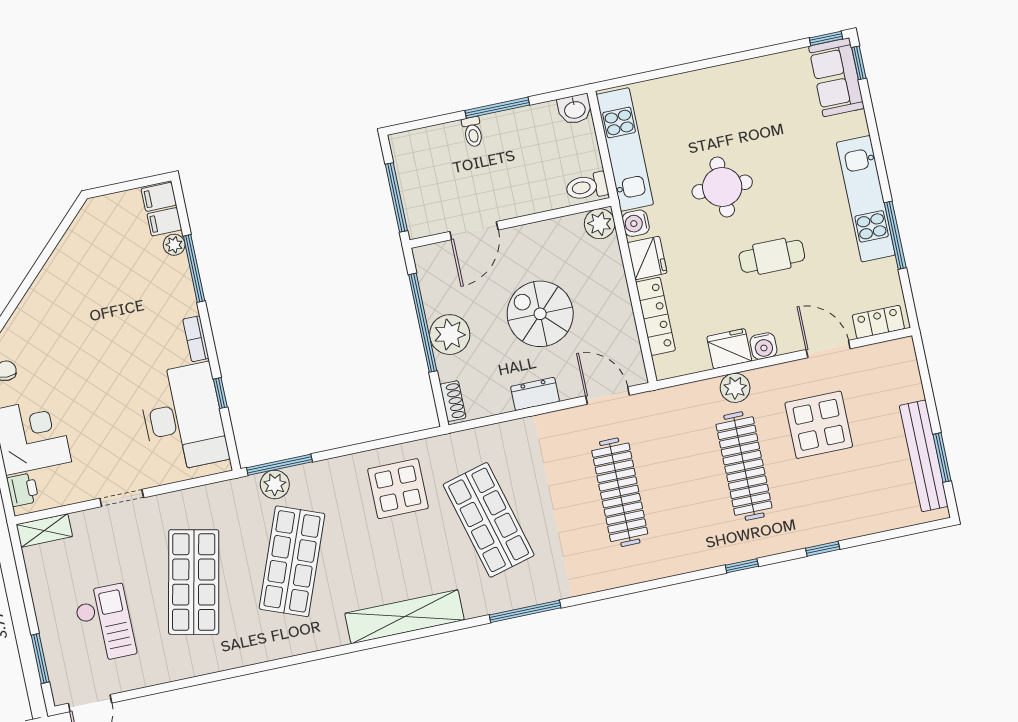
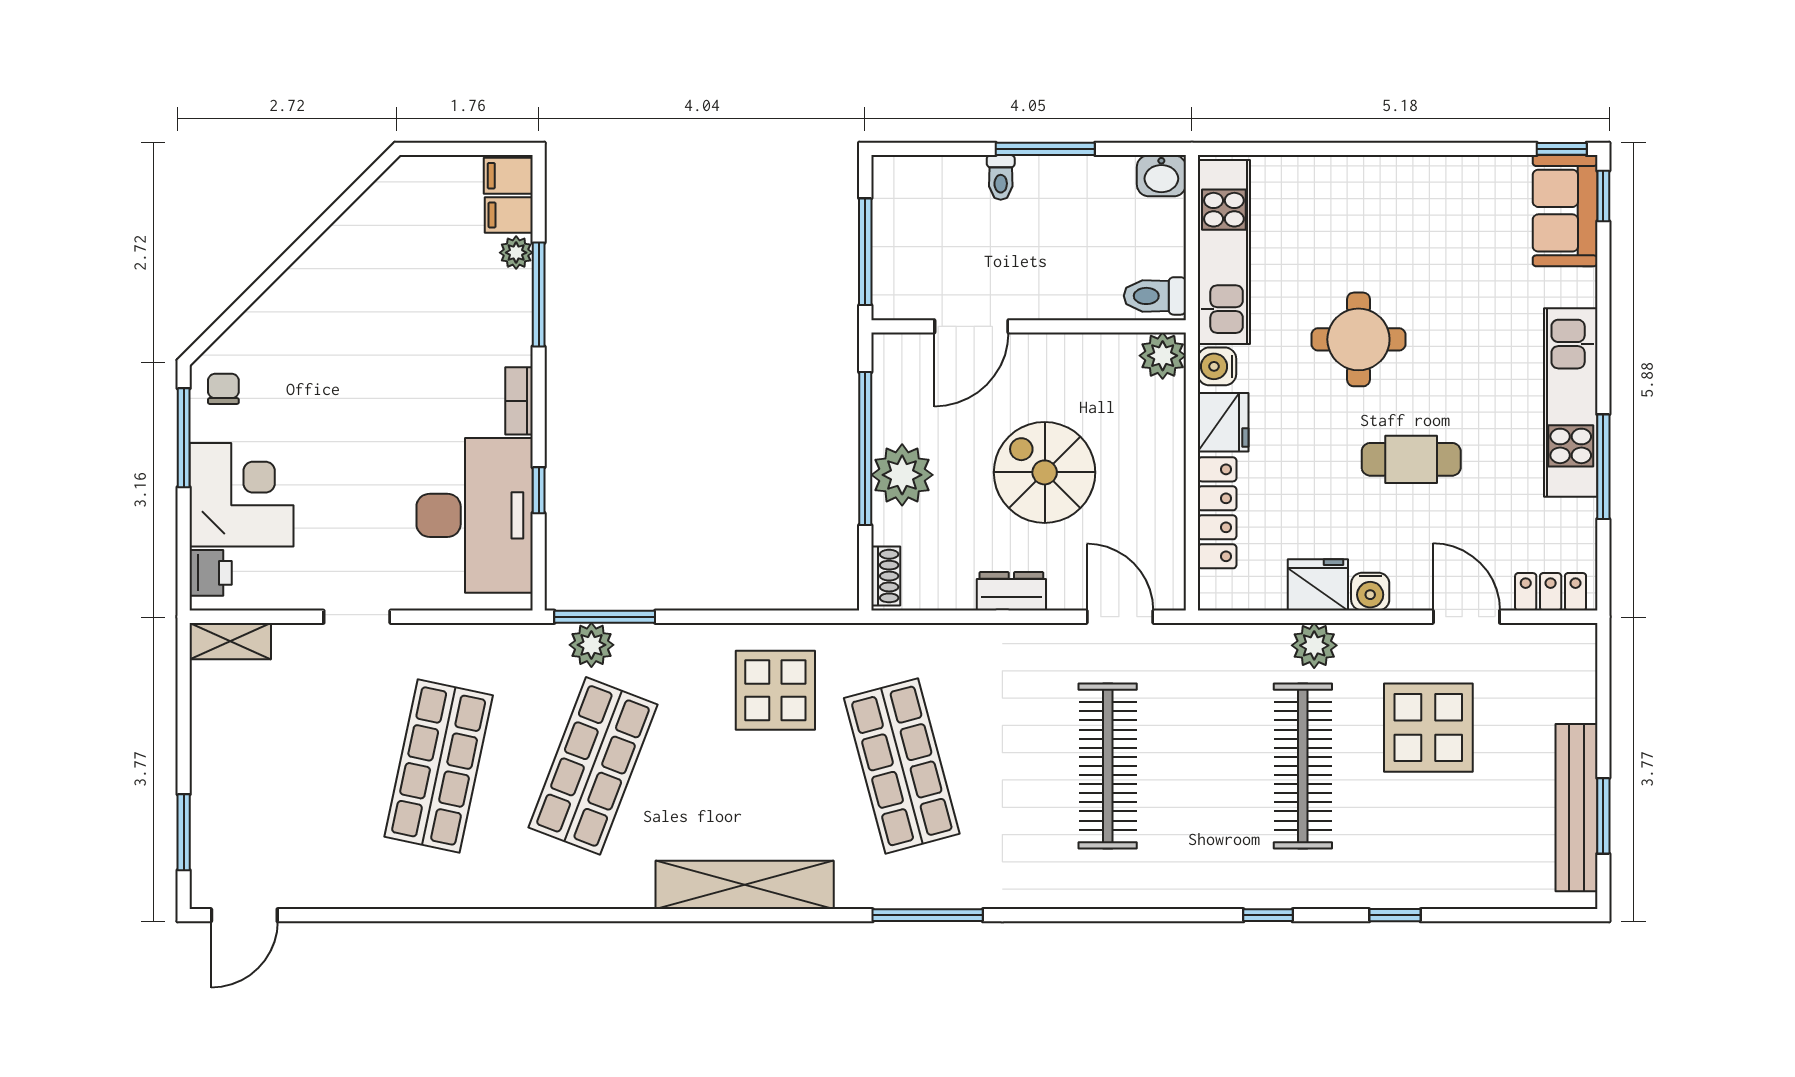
checkout: (105, 623) -> (292, 800), removed

